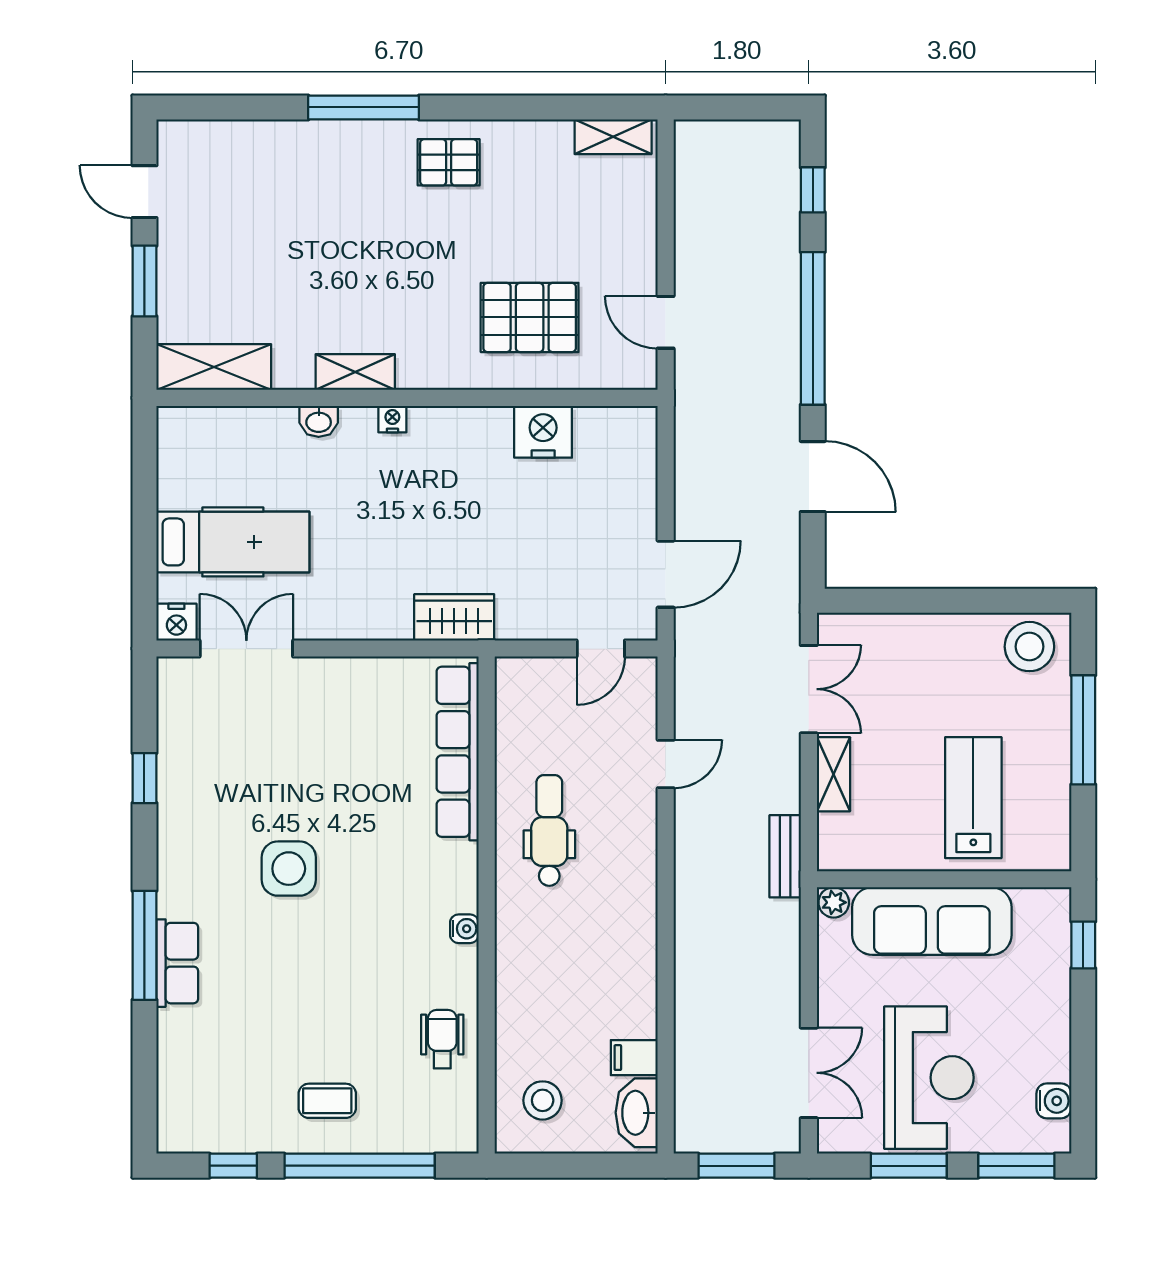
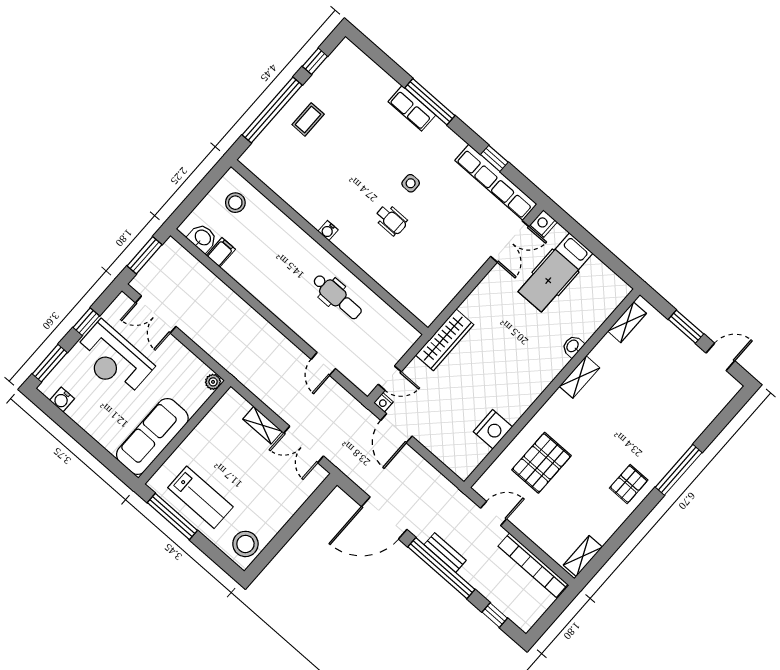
bookcase: (691, 198) -> (533, 565), added
shelving: (214, 367) -> (627, 322), width x0.67, depth x0.75
nightstand: (392, 419) -> (383, 402), moved, turned 90
door: (813, 477) -> (384, 518), width x1.36
wardrobe: (454, 617) -> (445, 340), width x1.50
door: (601, 649) -> (390, 378), swing flipped
window: (1083, 730) -> (172, 517), moved
row of seats: (458, 752) -> (496, 182), moved, turned 180
lab bench: (973, 798) -> (200, 497), moved
bench: (785, 856) -> (445, 553), moved
side table: (289, 869) -> (411, 183), width x0.54, depth x0.54
sofa: (932, 921) -> (152, 436), moved
window: (1083, 945) -> (112, 464), removed
wheelchair: (442, 1039) -> (391, 220), moved
washbasin: (637, 1113) -> (202, 238), width x0.72
window: (909, 1166) -> (86, 322), width x0.67

